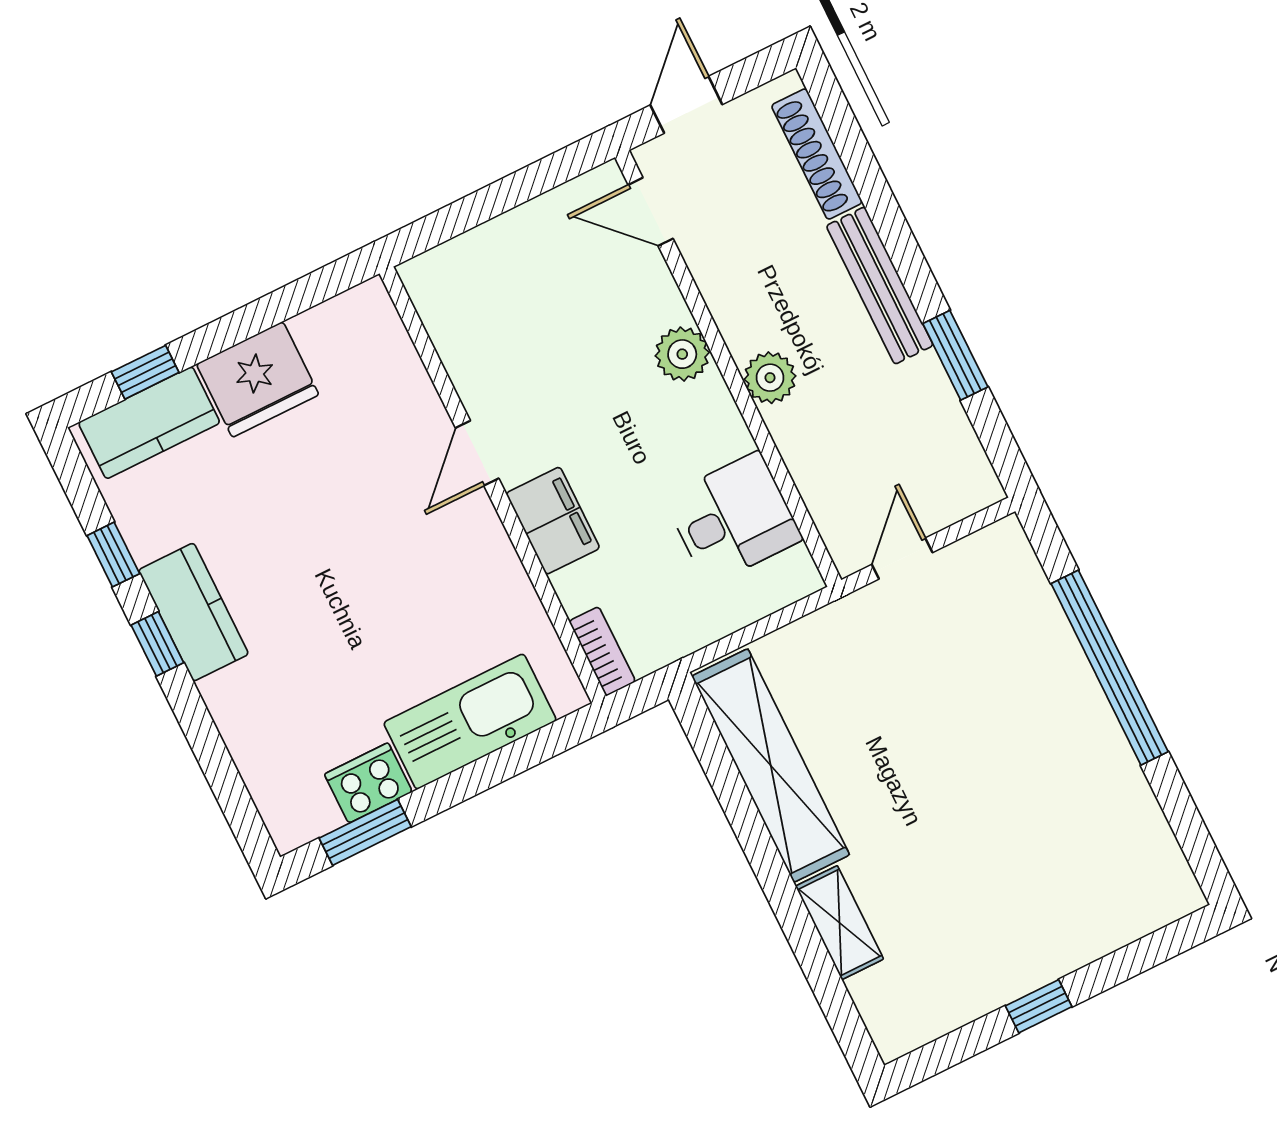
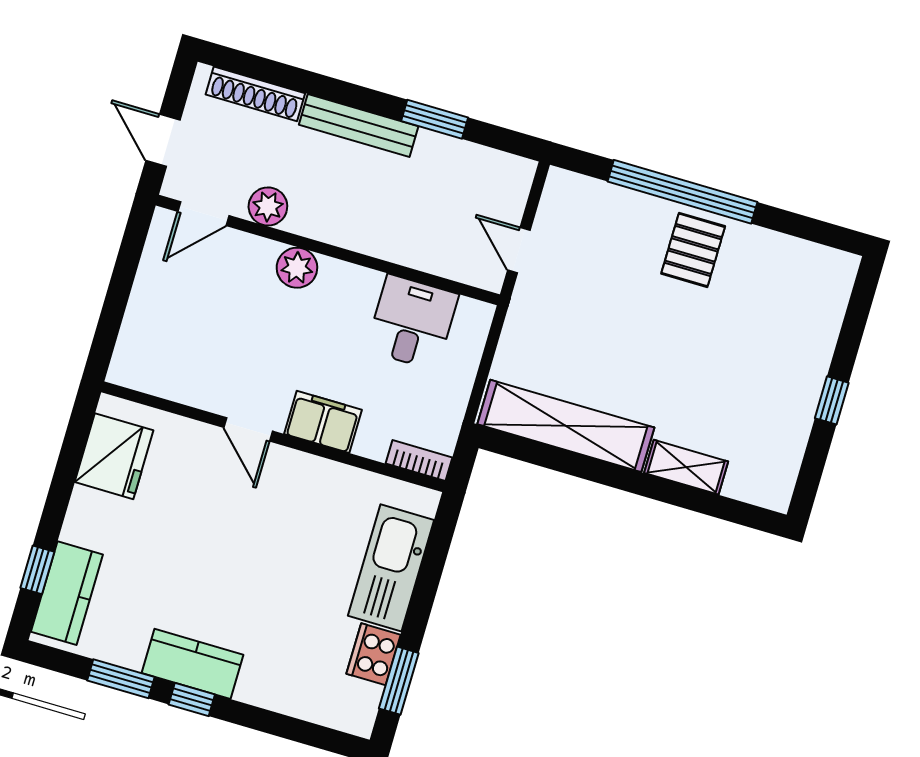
plant: (770, 378) -> (268, 206), moved
fridge: (258, 379) -> (114, 456), moved
window: (113, 555) -> (121, 679), width x1.50
pallet: (1062, 731) -> (693, 250), added

